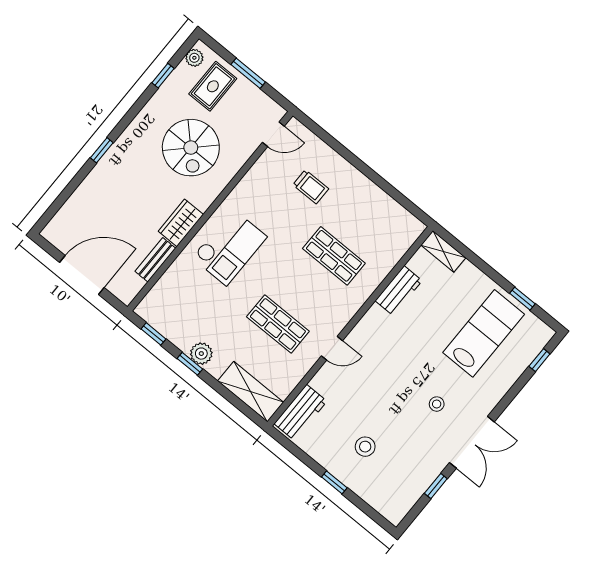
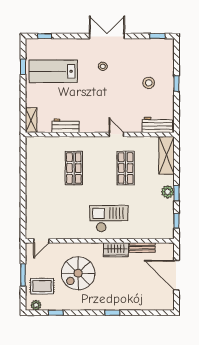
door: (273, 134) -> (41, 241), swing flipped
spiral stairs: (191, 148) -> (78, 273), turned 180
trolley: (311, 187) -> (51, 204), removed
window: (436, 486) -> (157, 36), moved

